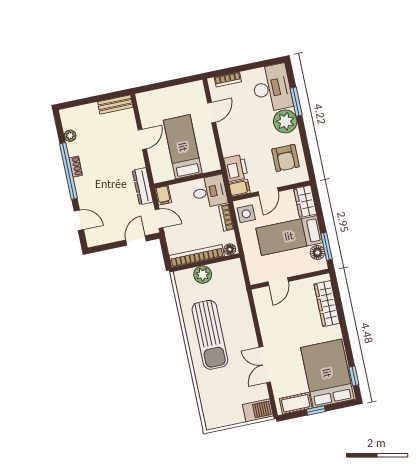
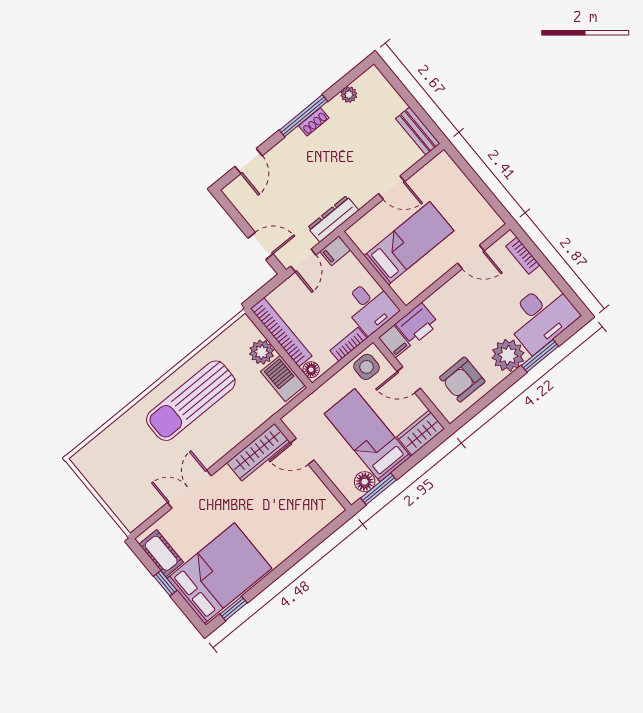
window: (68, 171) -> (304, 116), width x0.68
wardrobe: (327, 304) -> (258, 452), moved, turned 180
barbecue: (258, 410) -> (283, 378), moved, turned 180

